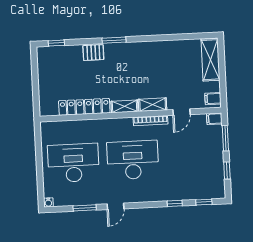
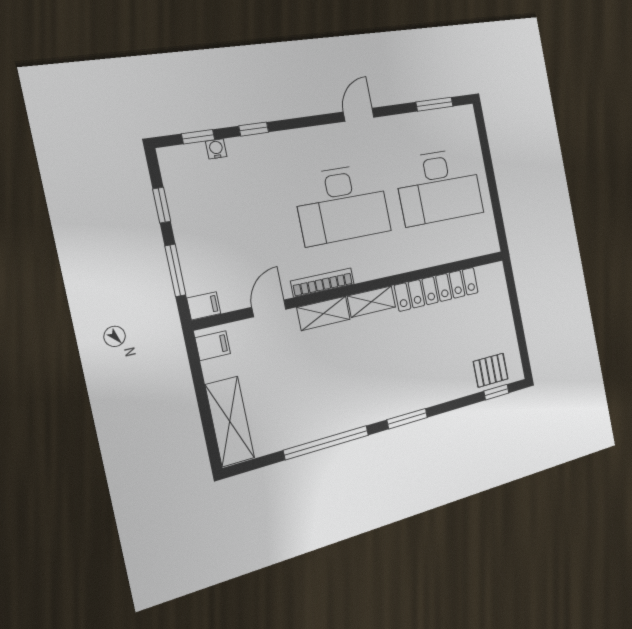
window: (162, 38) -> (327, 443), added
pallet: (93, 53) -> (491, 370), moved
water cooler: (48, 202) -> (216, 149), moved
window: (85, 208) -> (435, 104), moved

